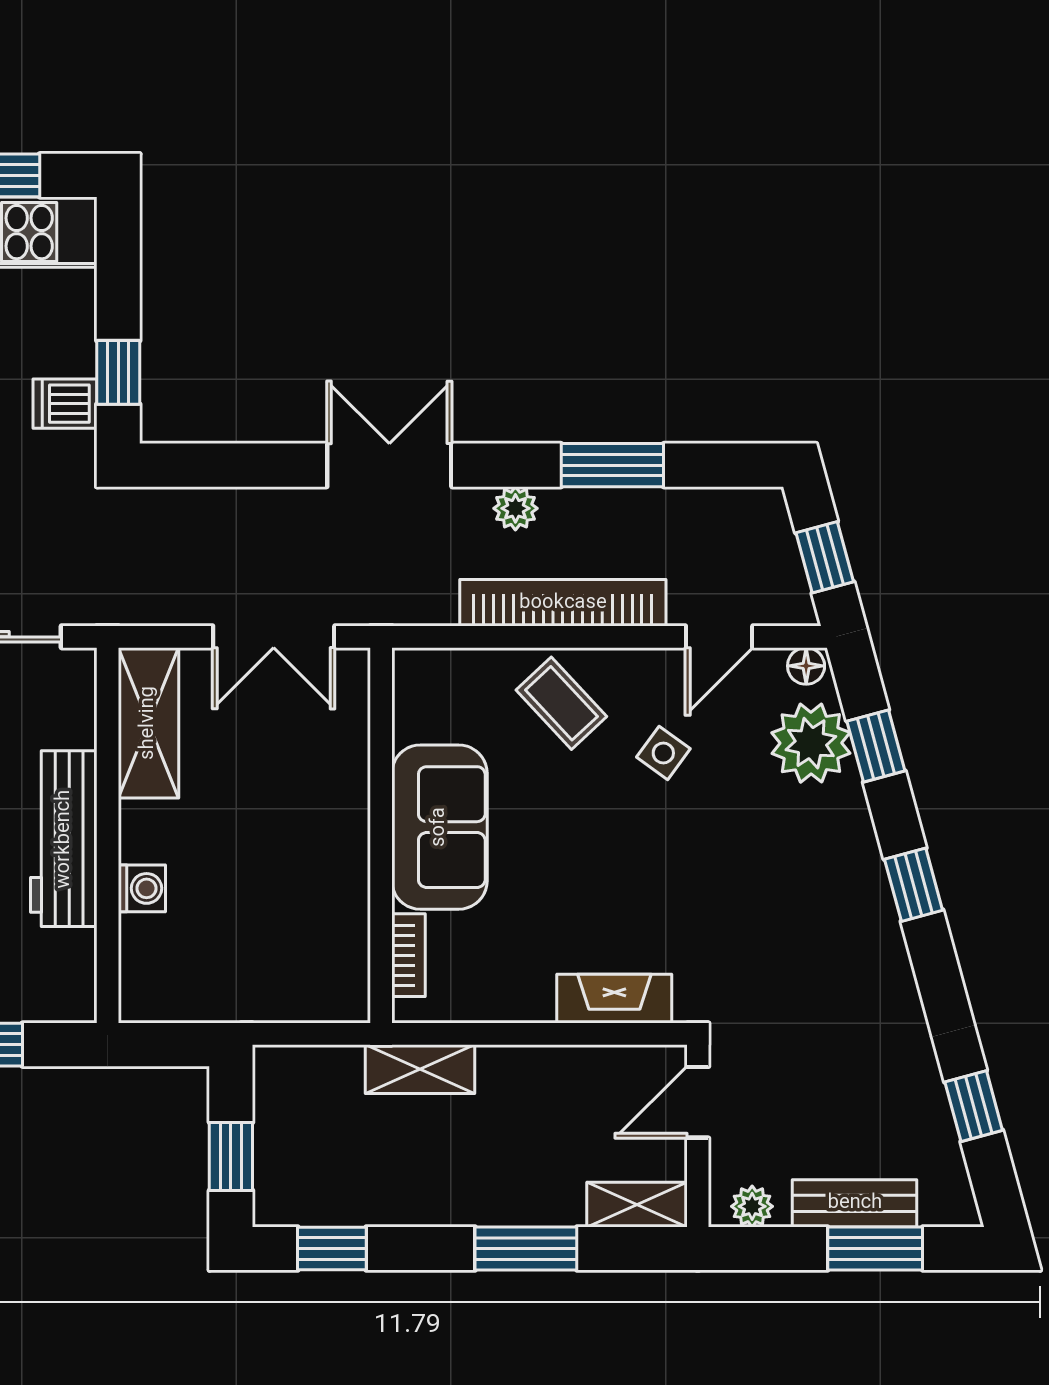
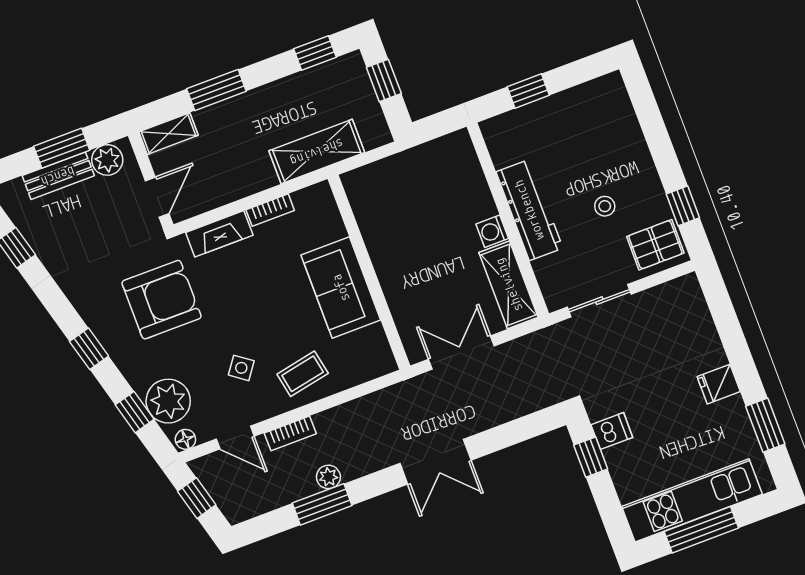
plant: (515, 508) -> (328, 477), moved
bookcase: (563, 603) -> (290, 433), width x0.43, depth x0.76
door: (719, 637) -> (235, 438), swing flipped
coffee table: (561, 703) -> (303, 374), turned -58
washing machine: (142, 888) -> (492, 231), moved
armchair: (757, 922) -> (162, 300), added
bookcase: (409, 955) -> (270, 210), moved, turned -90
shelving: (420, 1069) -> (317, 152), width x1.50, depth x1.33
plant: (752, 1206) -> (107, 160), width x1.38, depth x1.38
window: (875, 1248) -> (62, 148), moved

